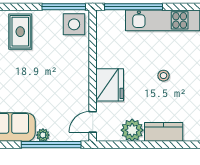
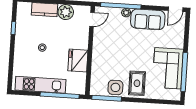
side table: (74, 24) -> (115, 87), moved
fridge: (110, 85) -> (78, 60), moved

